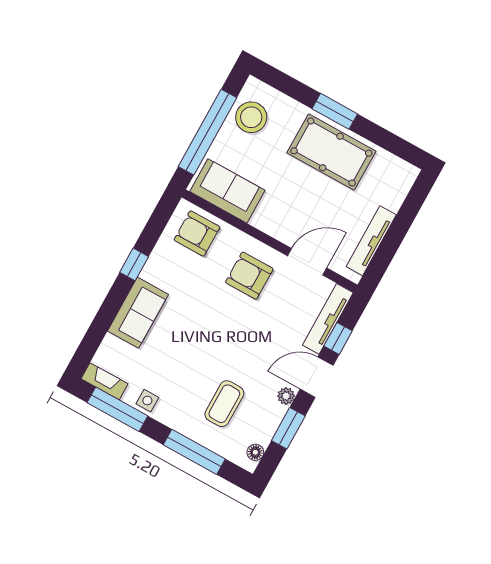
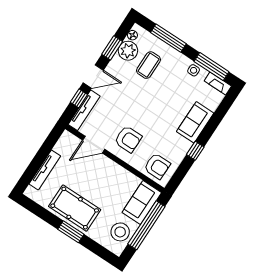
sofa: (227, 191) -> (142, 202), moved, turned 90
tv unit: (371, 241) -> (45, 170), moved
plant: (286, 396) -> (128, 51), moved, width x1.88, depth x1.88

